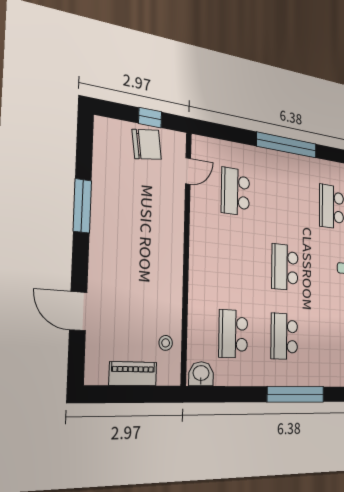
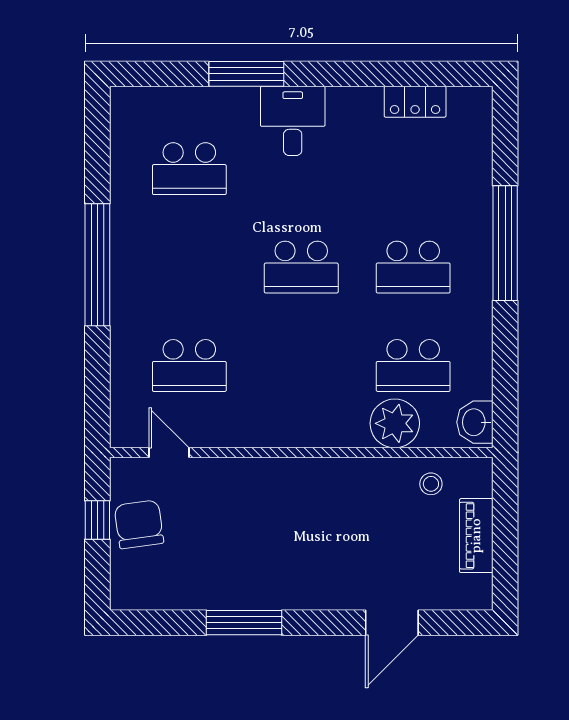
plant: (201, 320) -> (395, 423), added

